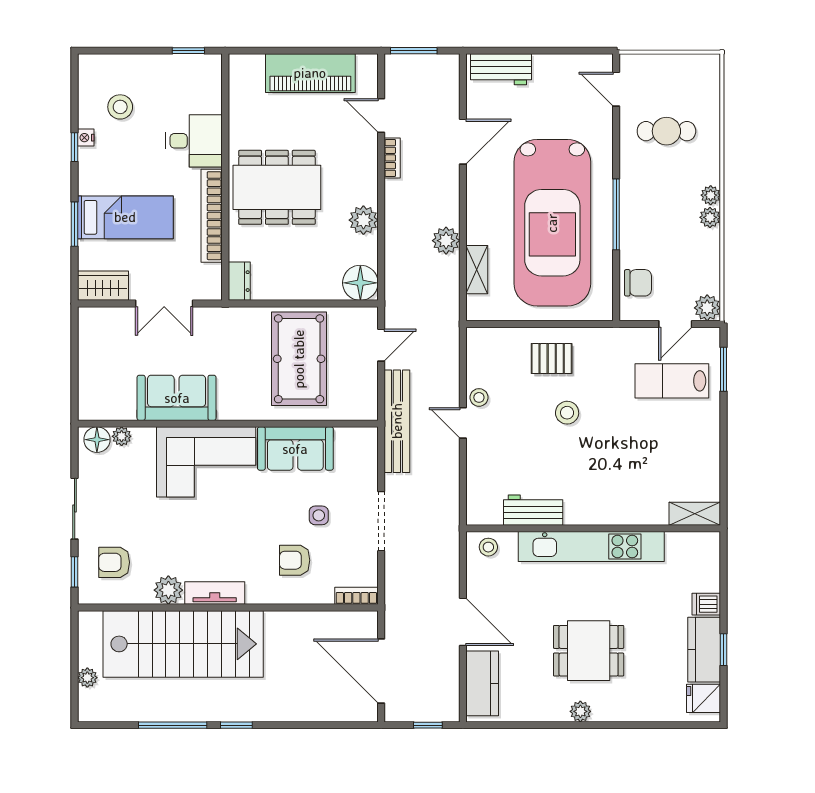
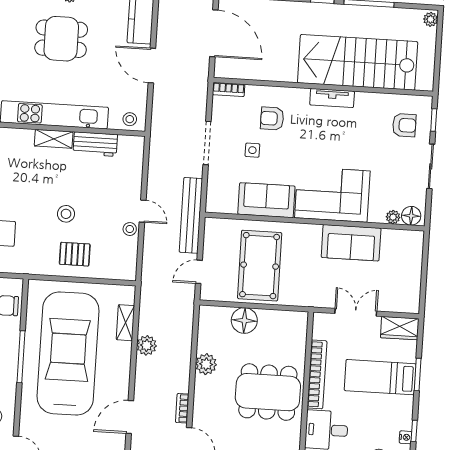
dresser: (239, 281) -> (300, 325), removed
floor lamp: (360, 283) -> (244, 320), moved
shelving: (590, 514) -> (54, 139), added
armchair: (295, 560) -> (272, 118), turned 180
plant: (168, 590) -> (366, 102), removed
plant: (87, 678) -> (431, 19), moved

